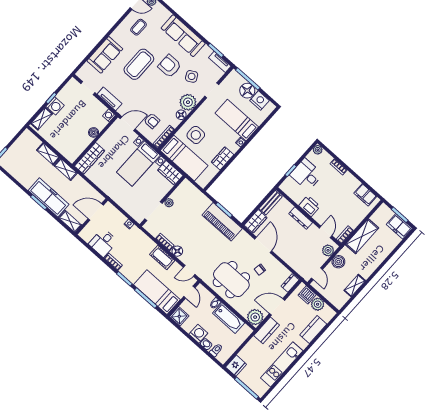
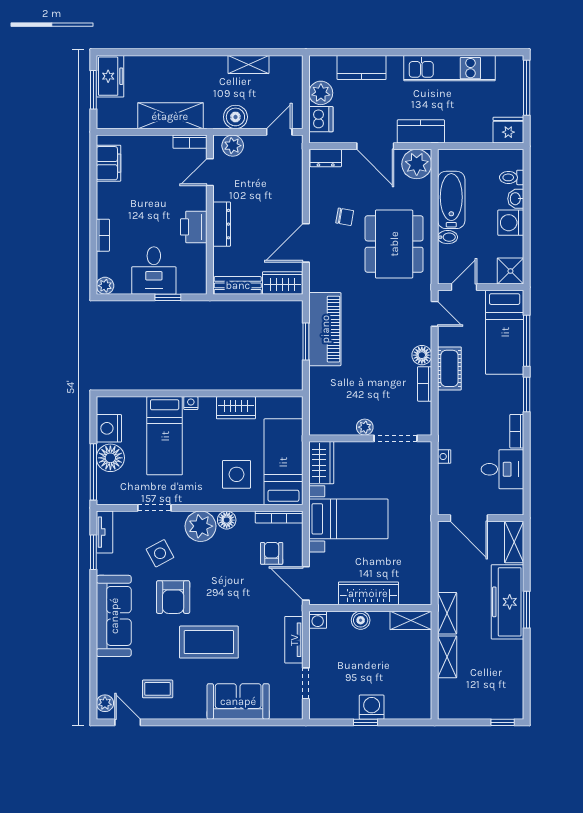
shelving: (42, 119) -> (411, 620), moved
wardrobe: (90, 158) -> (368, 593), moved

